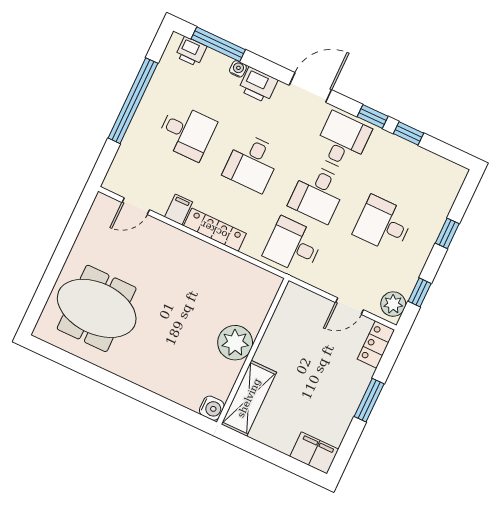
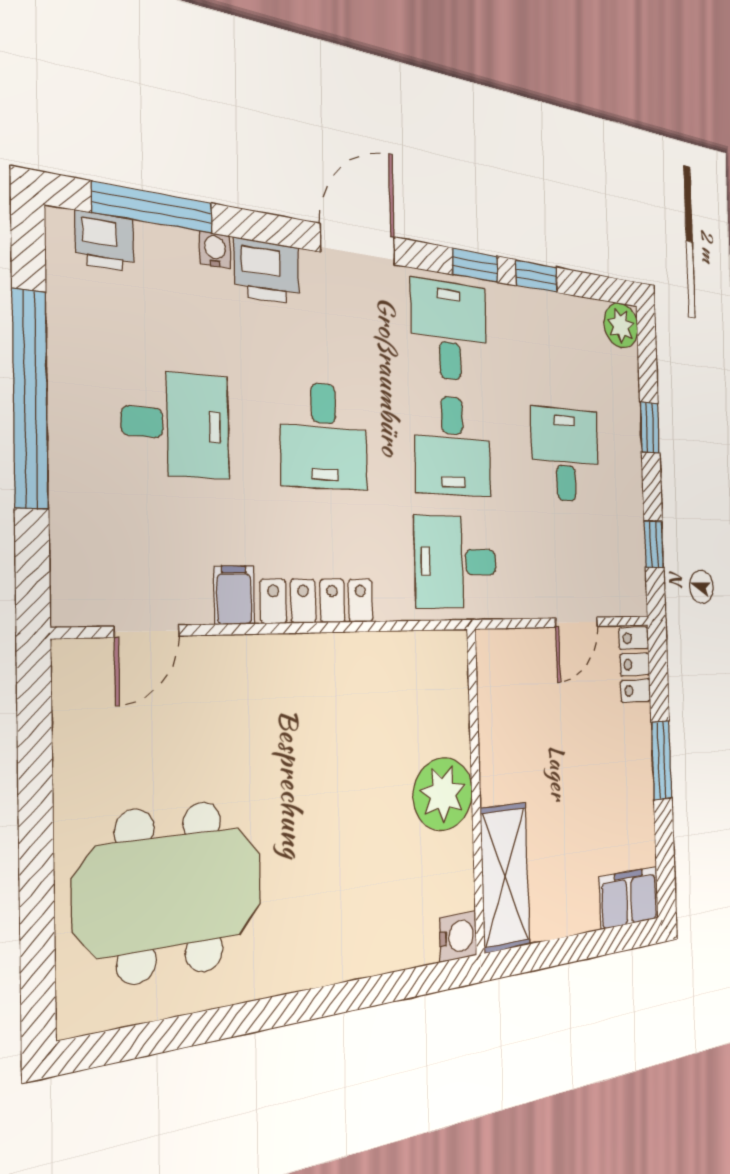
desk: (383, 224) -> (565, 455), turned 90
plant: (393, 304) -> (621, 325), moved

